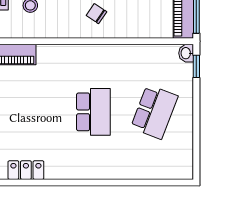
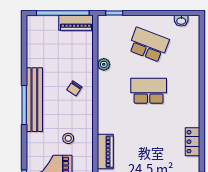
plant: (128, 53) -> (104, 64), added
washbasin: (186, 53) -> (181, 21), moved

